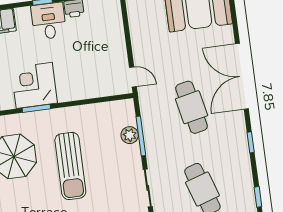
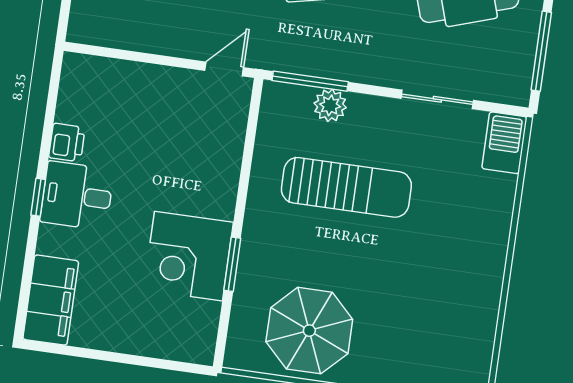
window: (141, 136) -> (310, 81), moved
sun lounger: (70, 166) -> (346, 187), moved

